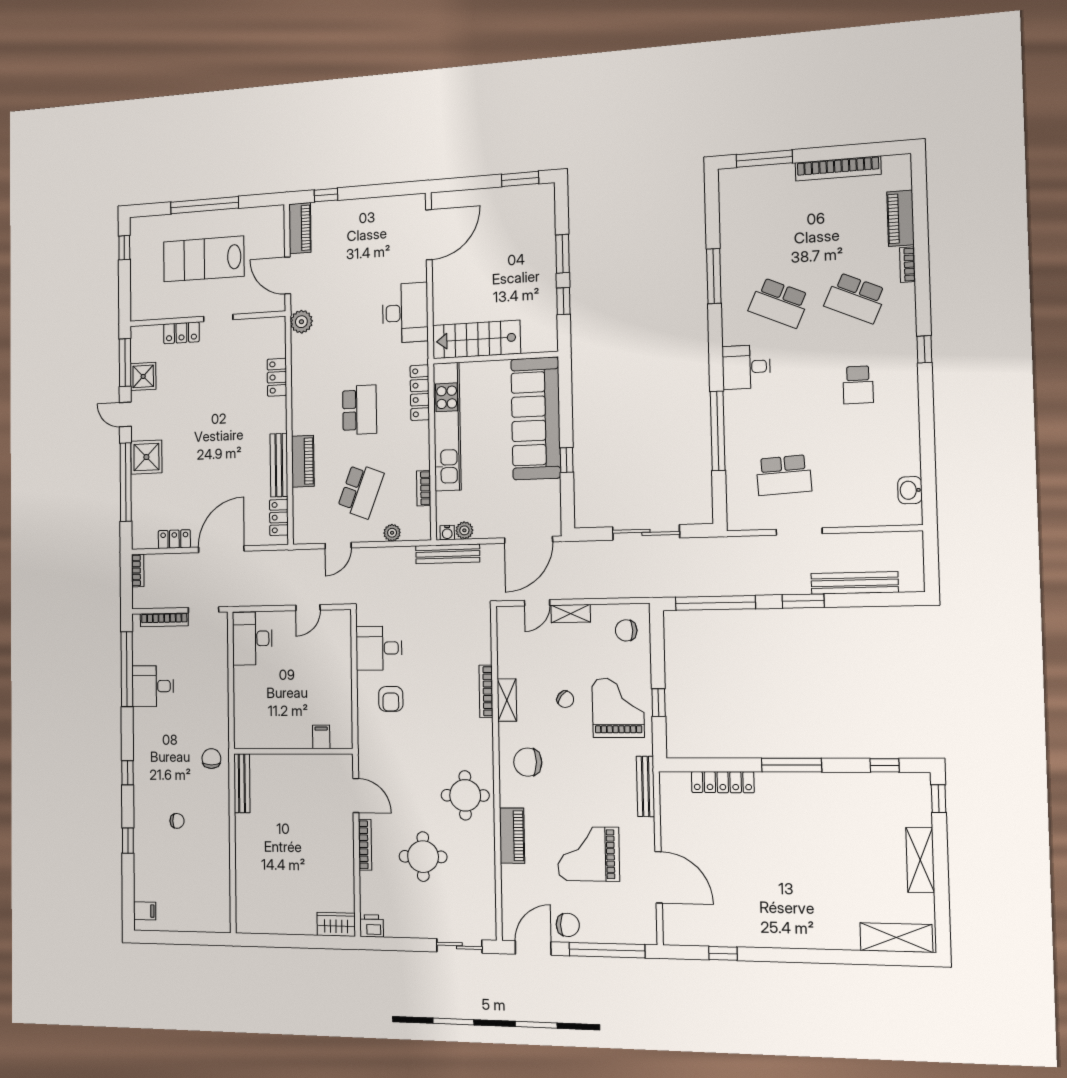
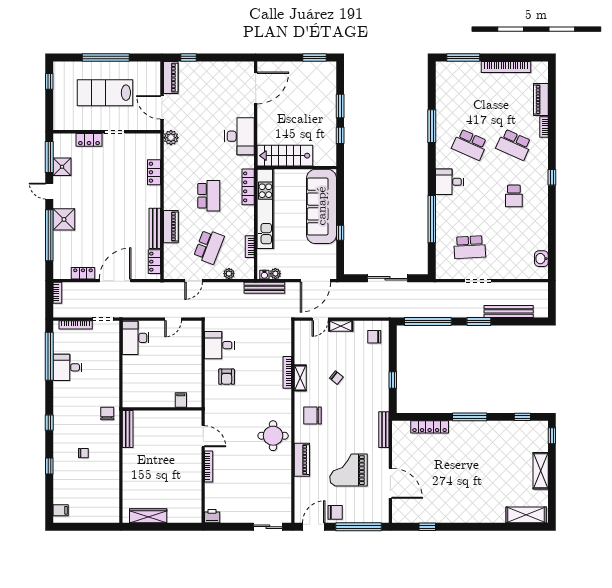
grand piano: (618, 708) -> (368, 383), removed
round table: (423, 857) -> (246, 473), removed
wardrobe: (336, 924) -> (148, 516), moved, width x1.50

